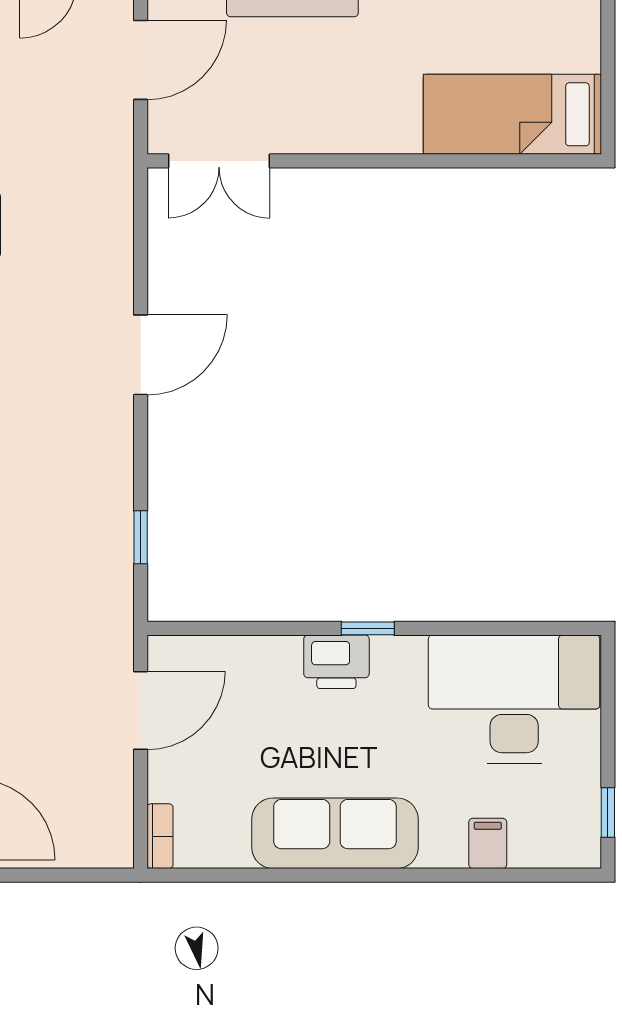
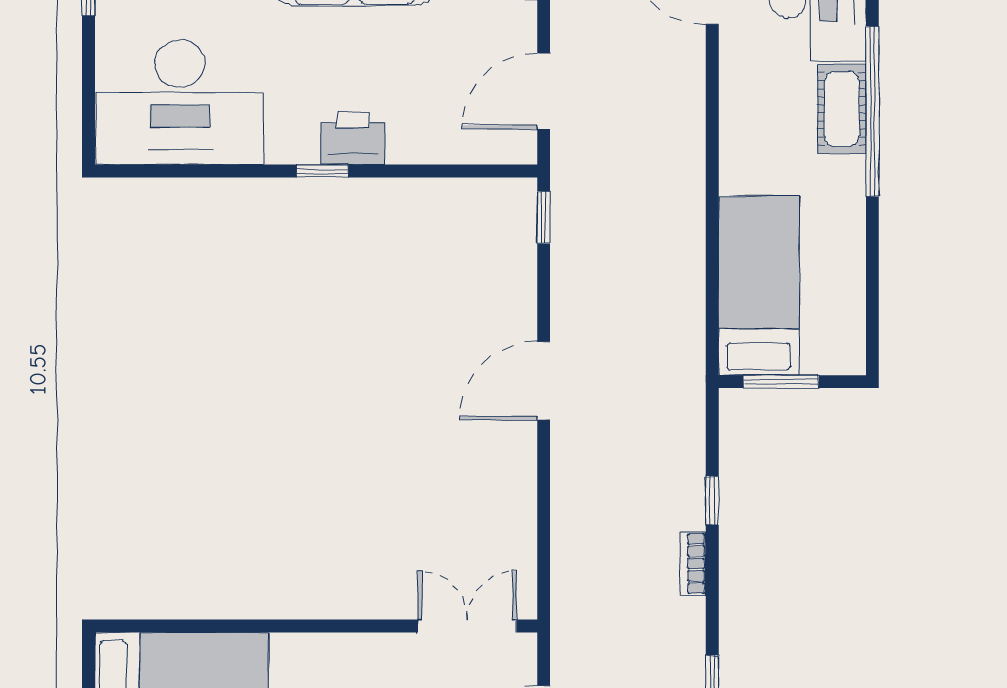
door: (141, 355) -> (544, 381), moved
window: (141, 537) -> (544, 217), moved

